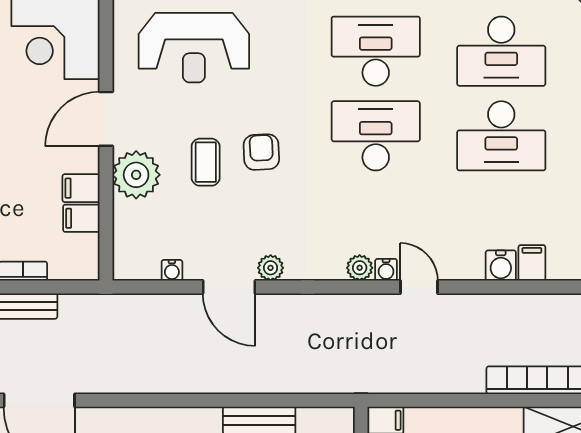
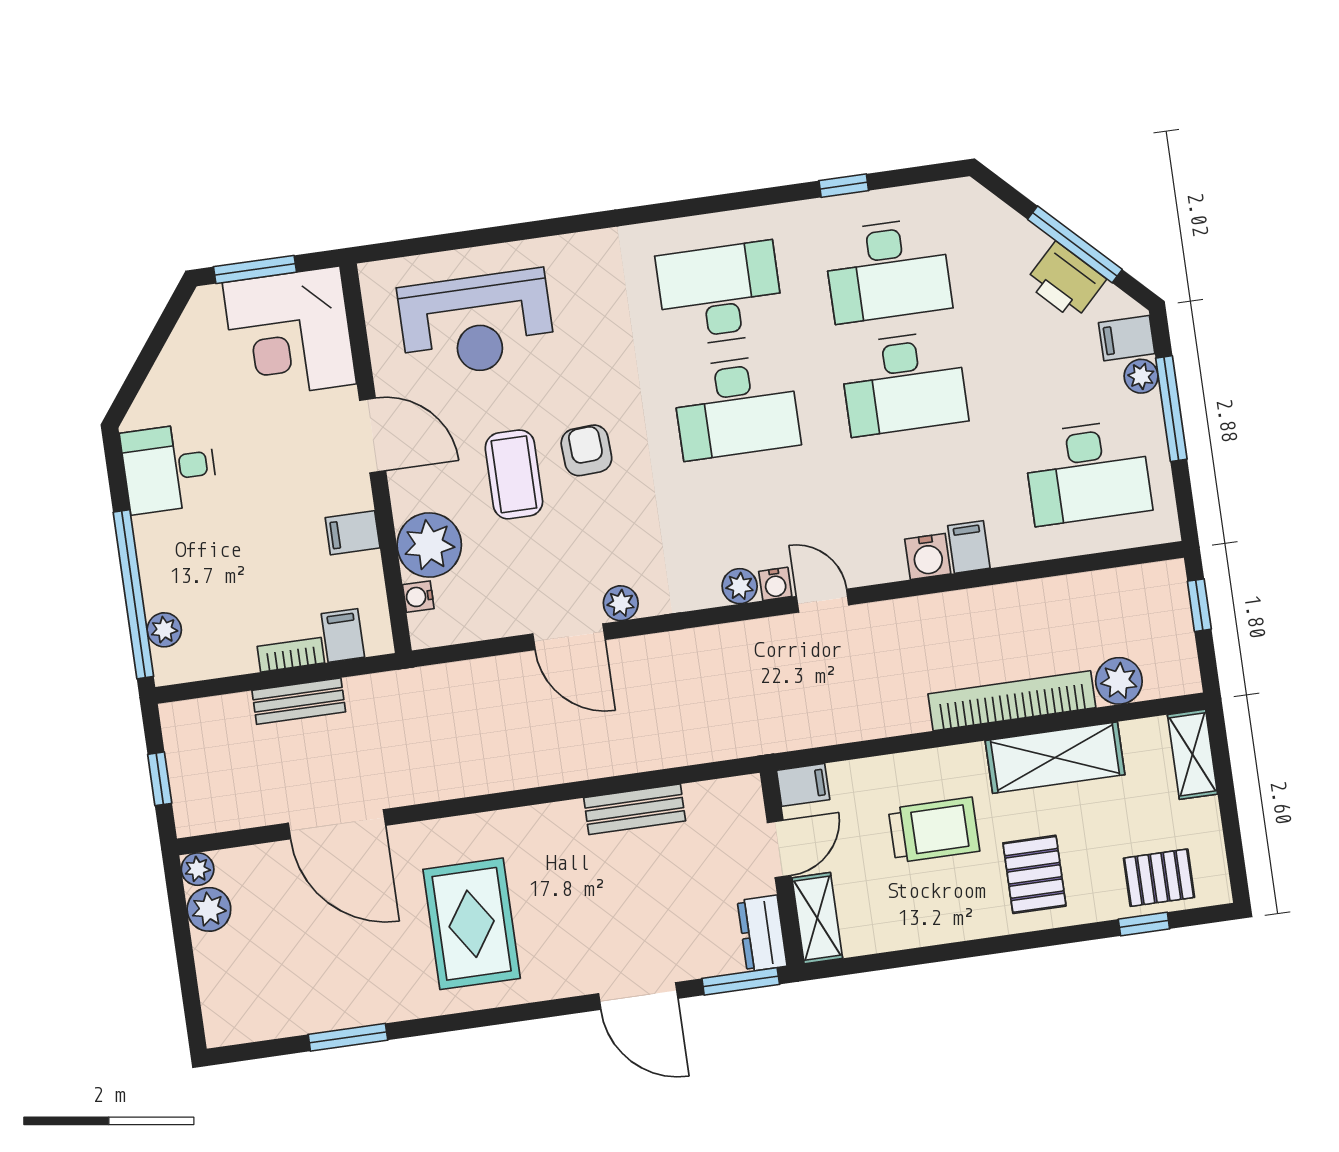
door: (106, 119) -> (373, 436), swing flipped
desk: (376, 136) -> (736, 407), turned 180
coffee table: (206, 162) -> (514, 474), width x1.36, depth x1.30
plant: (136, 175) -> (429, 545), moved
filing cabinet: (81, 218) -> (343, 635), moved, turned 90
water cooler: (172, 270) -> (418, 597), moved, turned 90

